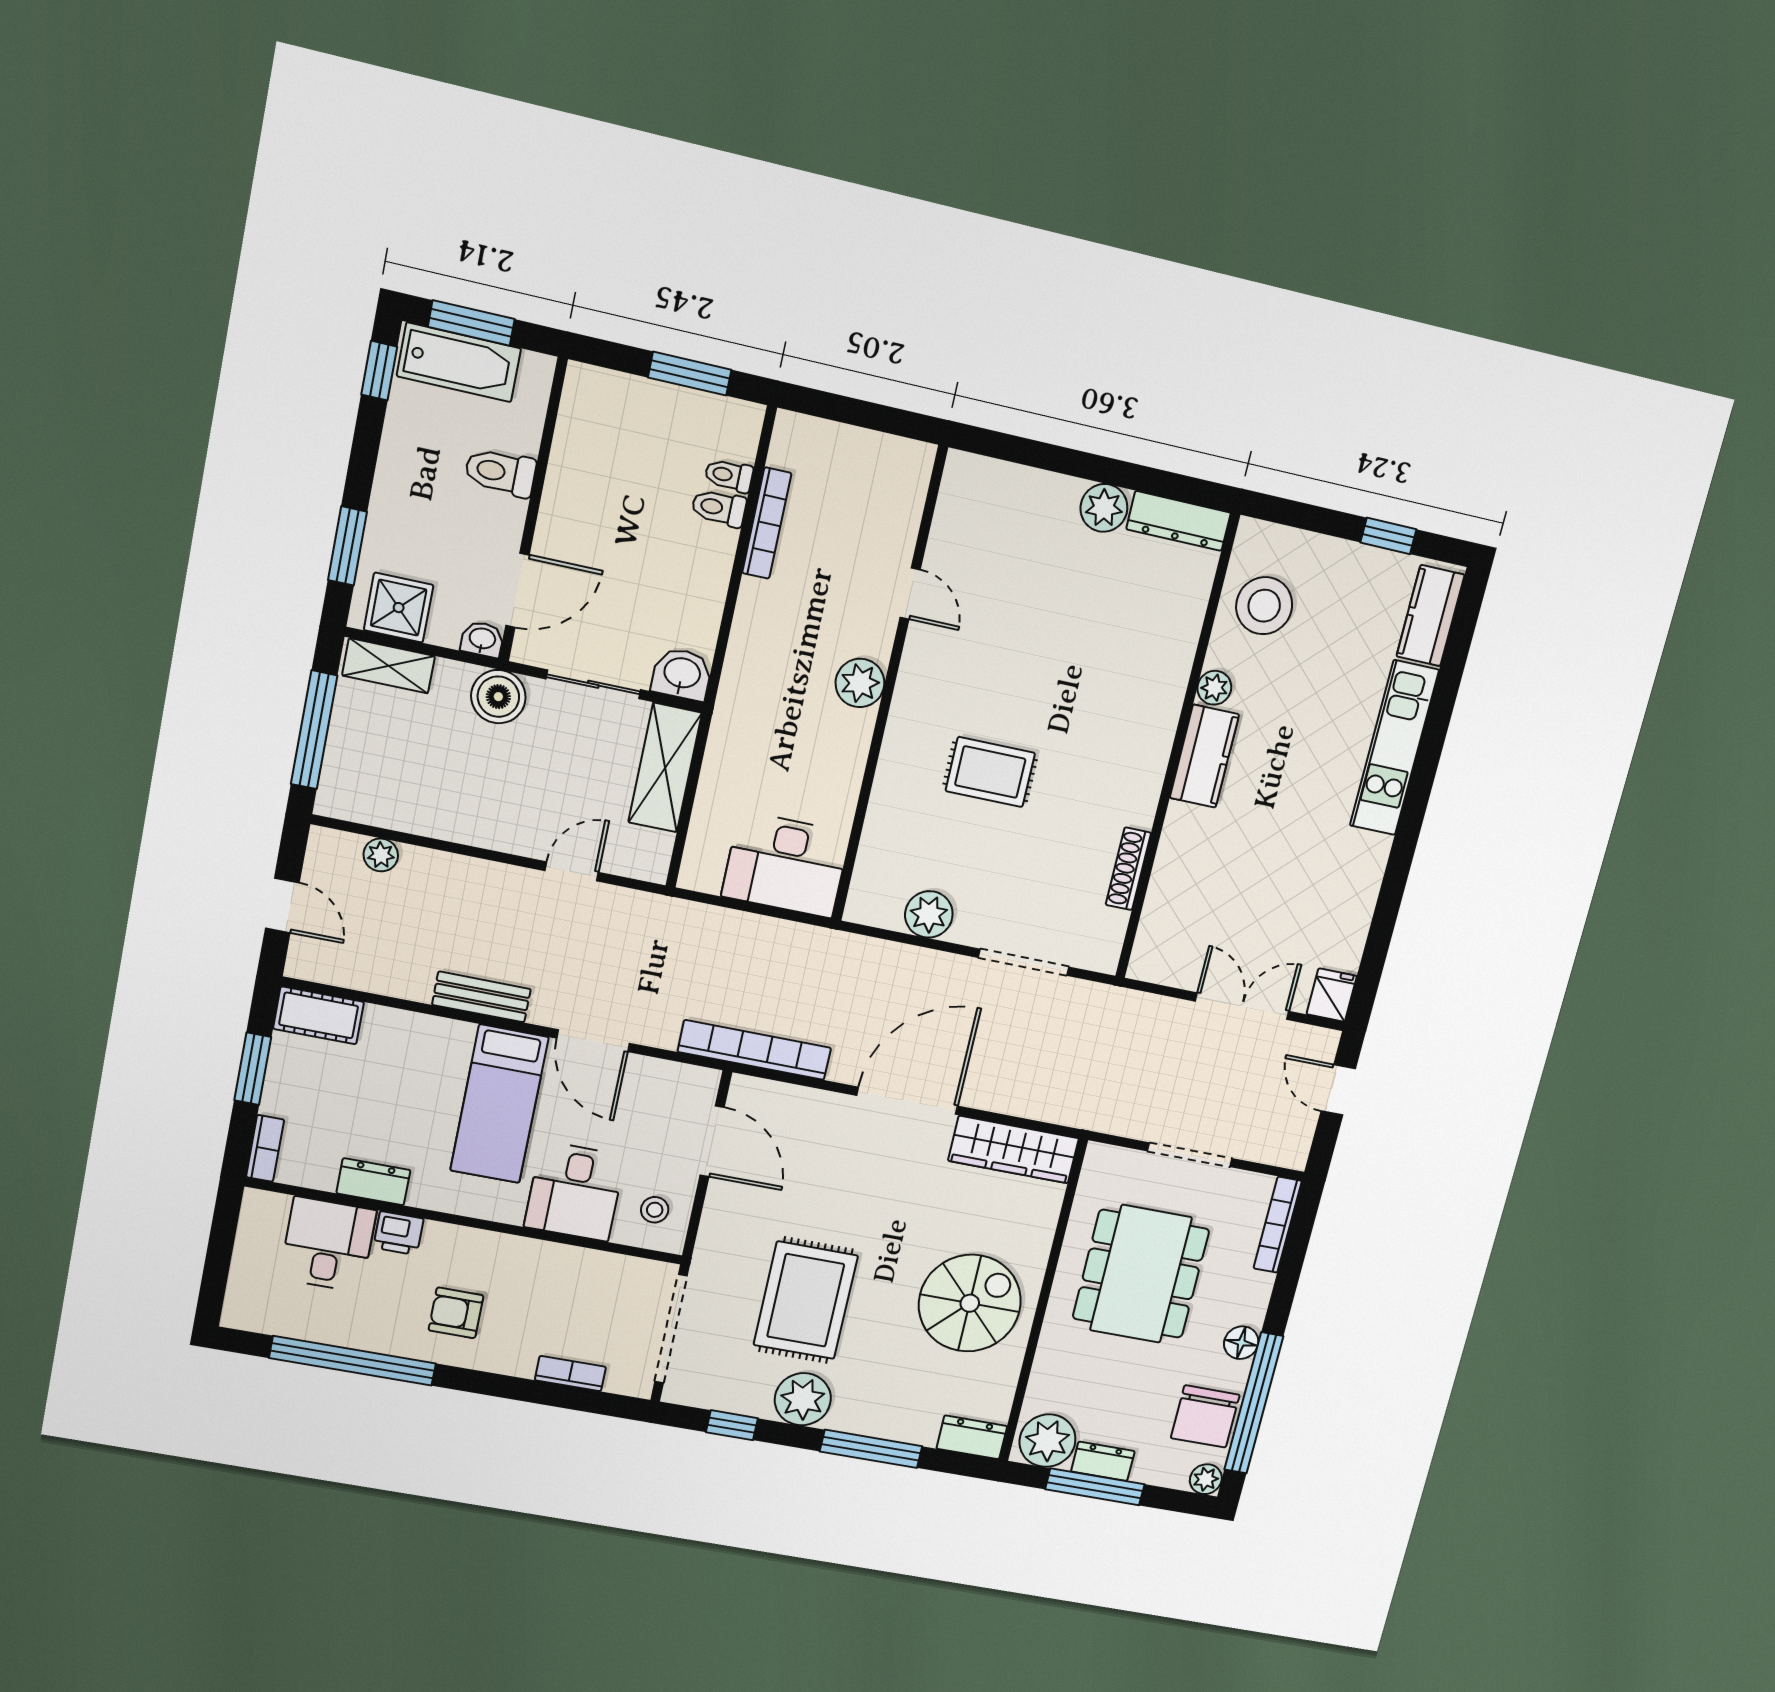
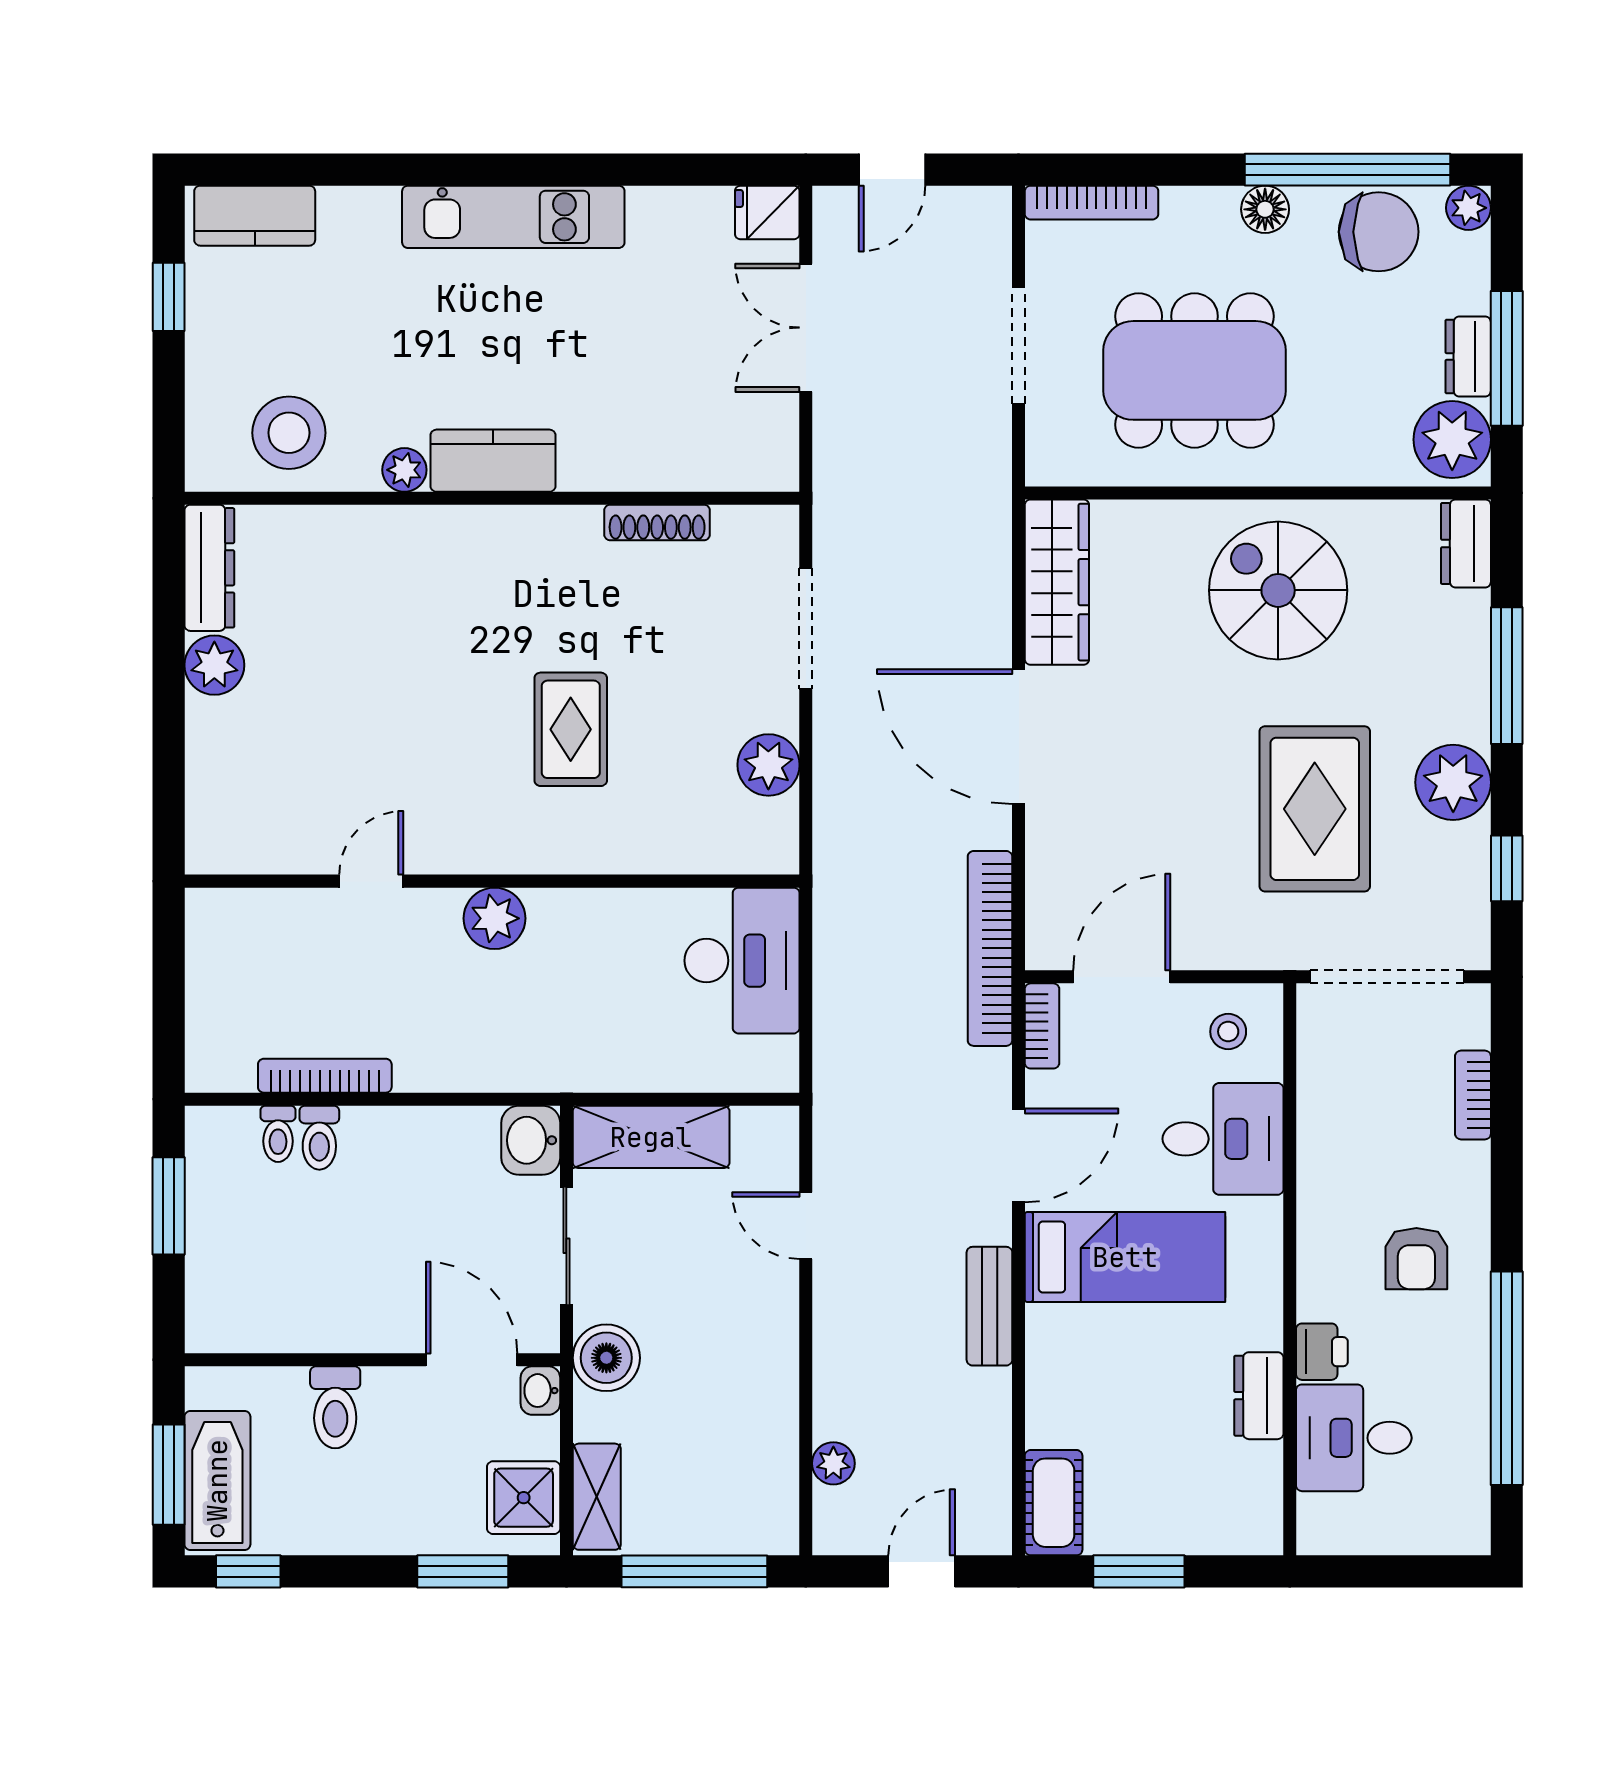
kitchen unit: (1394, 748) -> (513, 217), moved
bookcase: (265, 1148) -> (1042, 1026), moved, turned 90
rug: (806, 1300) -> (1315, 809), turned 90

